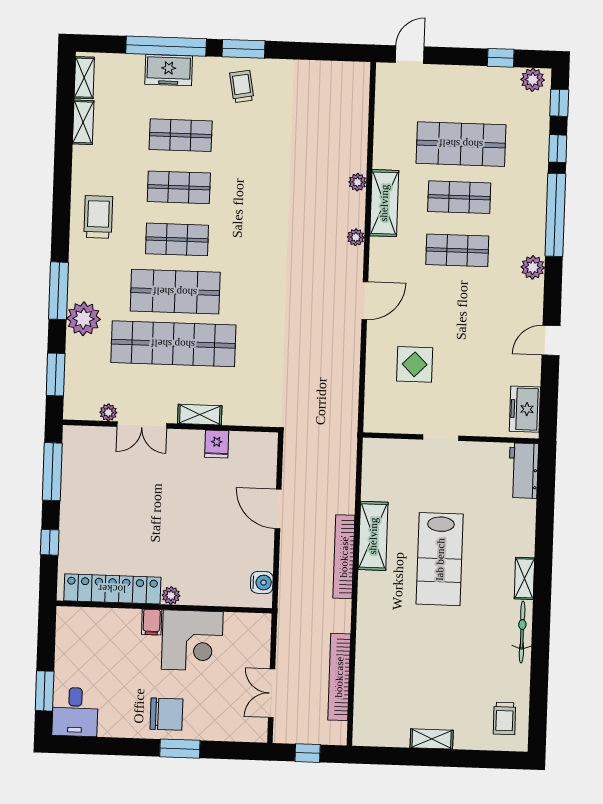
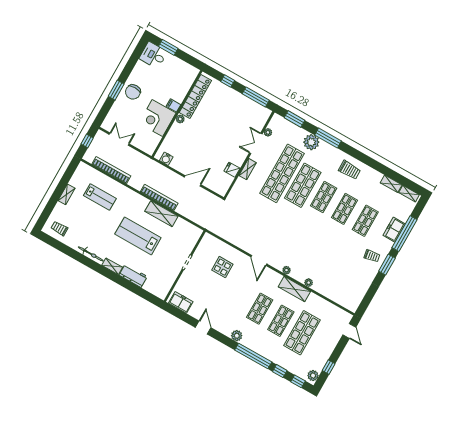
workbench: (523, 471) -> (133, 276), moved
lab bench: (403, 672) -> (100, 197), added

